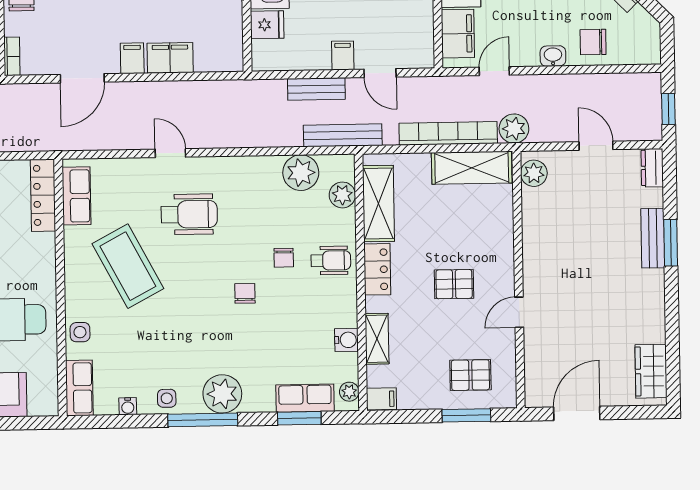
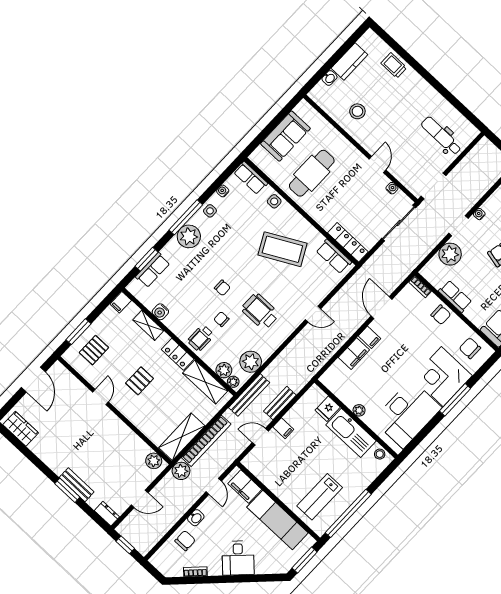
wheelchair: (189, 214) -> (260, 311), moved, turned 90
plant: (349, 392) -> (233, 382), moved

